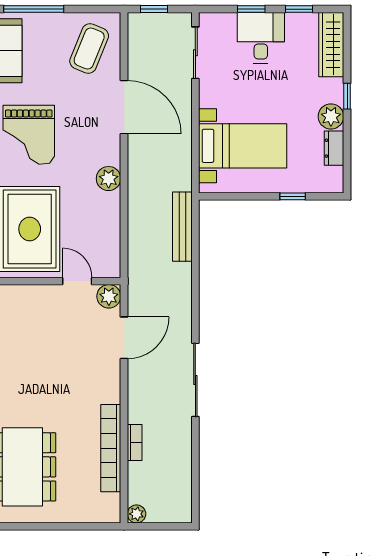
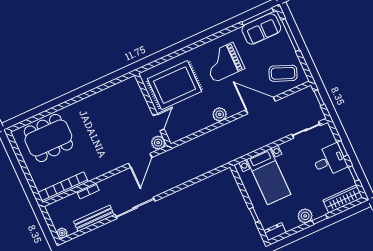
door: (124, 107) -> (261, 106), swing flipped
dresser: (334, 148) -> (275, 232), moved
bench: (182, 227) -> (94, 218), moved
door: (124, 338) -> (140, 160), hinge flipped
bookcase: (111, 448) -> (63, 187), moved
plant: (137, 514) -> (62, 233), moved

